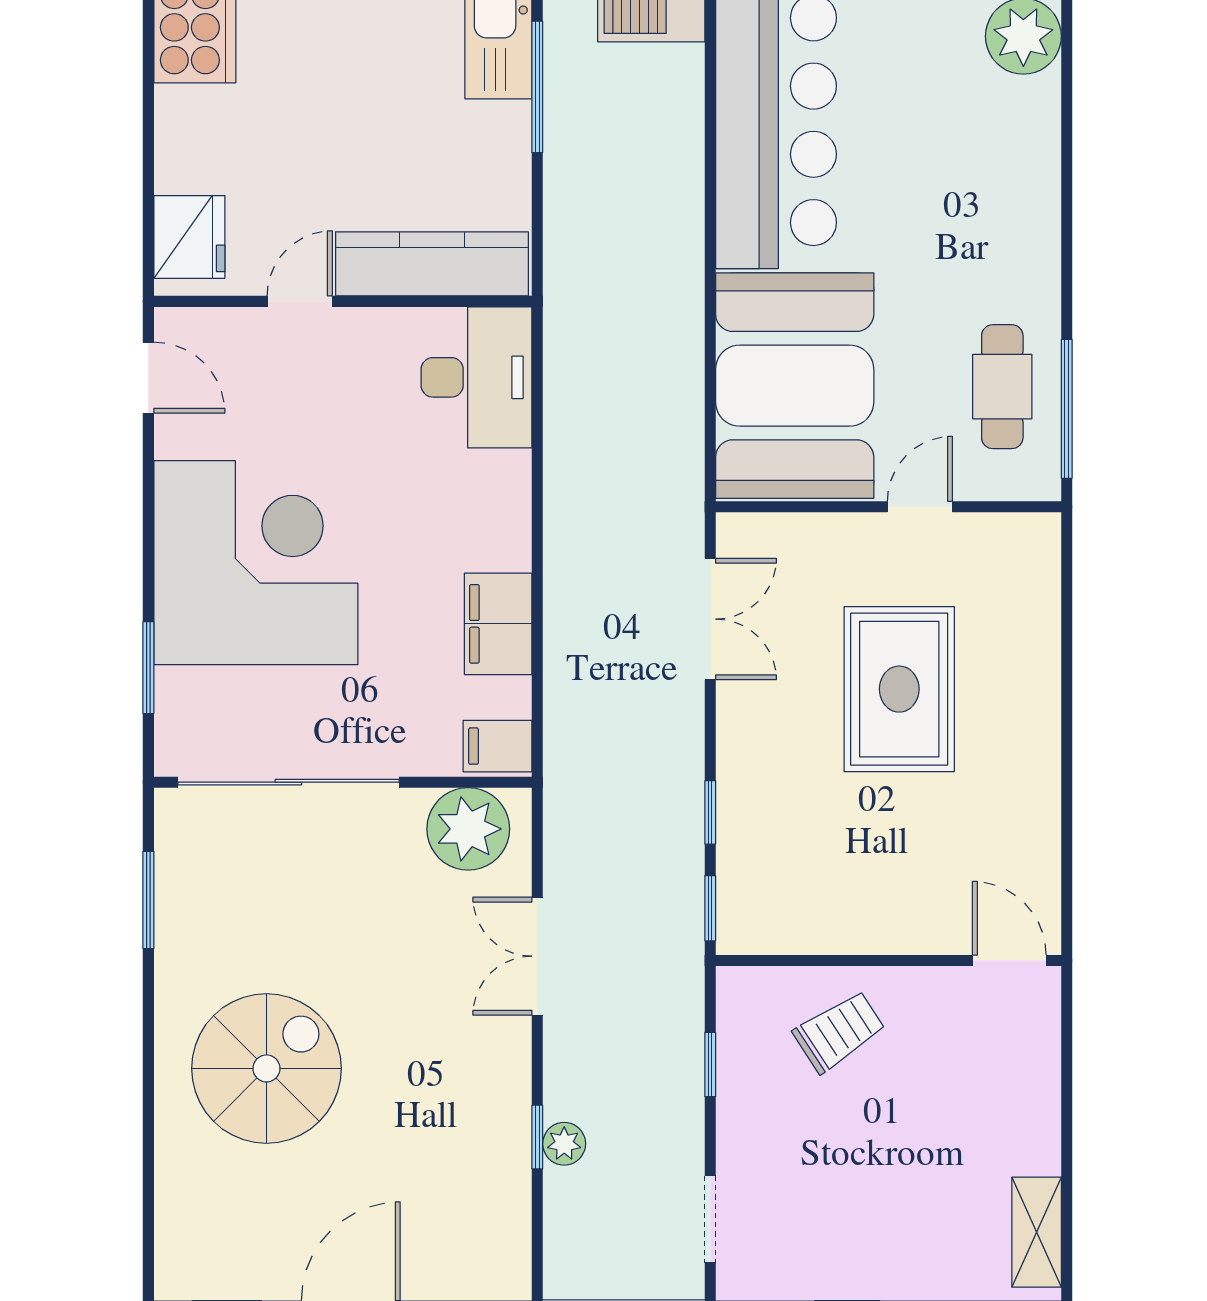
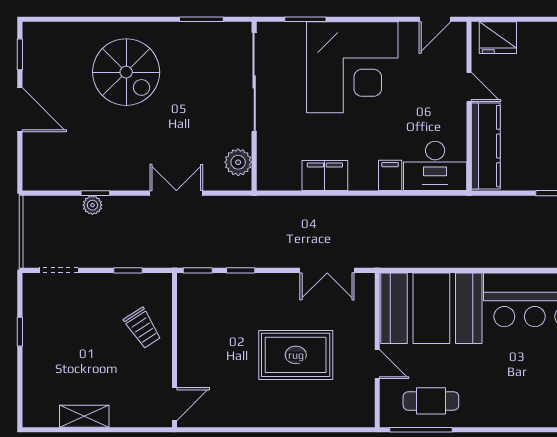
filing cabinet: (498, 746) -> (390, 175), moved
plant: (468, 829) -> (238, 162), width x0.73, depth x0.73
shelving: (1037, 1232) -> (84, 416), moved

